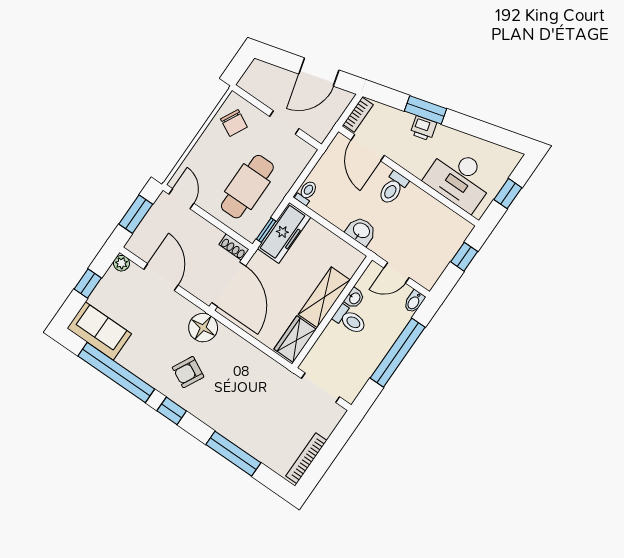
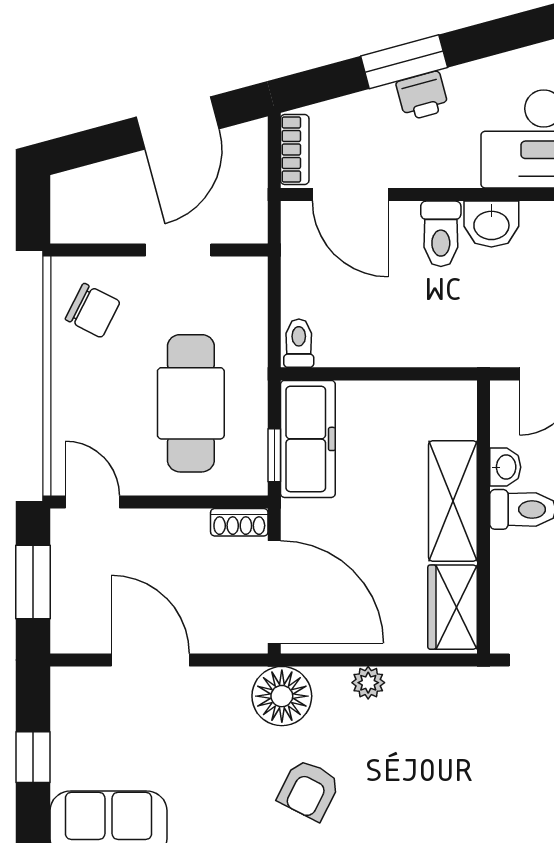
washbasin: (361, 231) -> (491, 224), moved, turned 180
plant: (121, 263) -> (368, 683), moved

